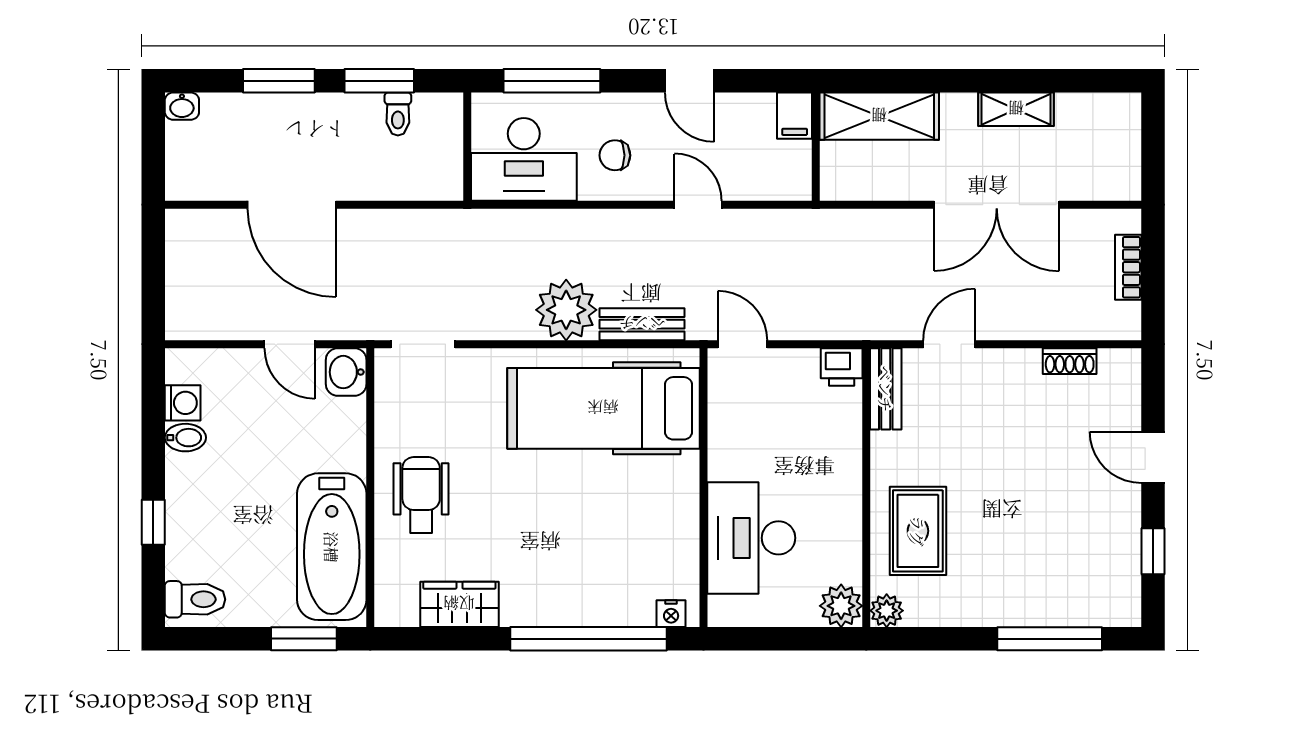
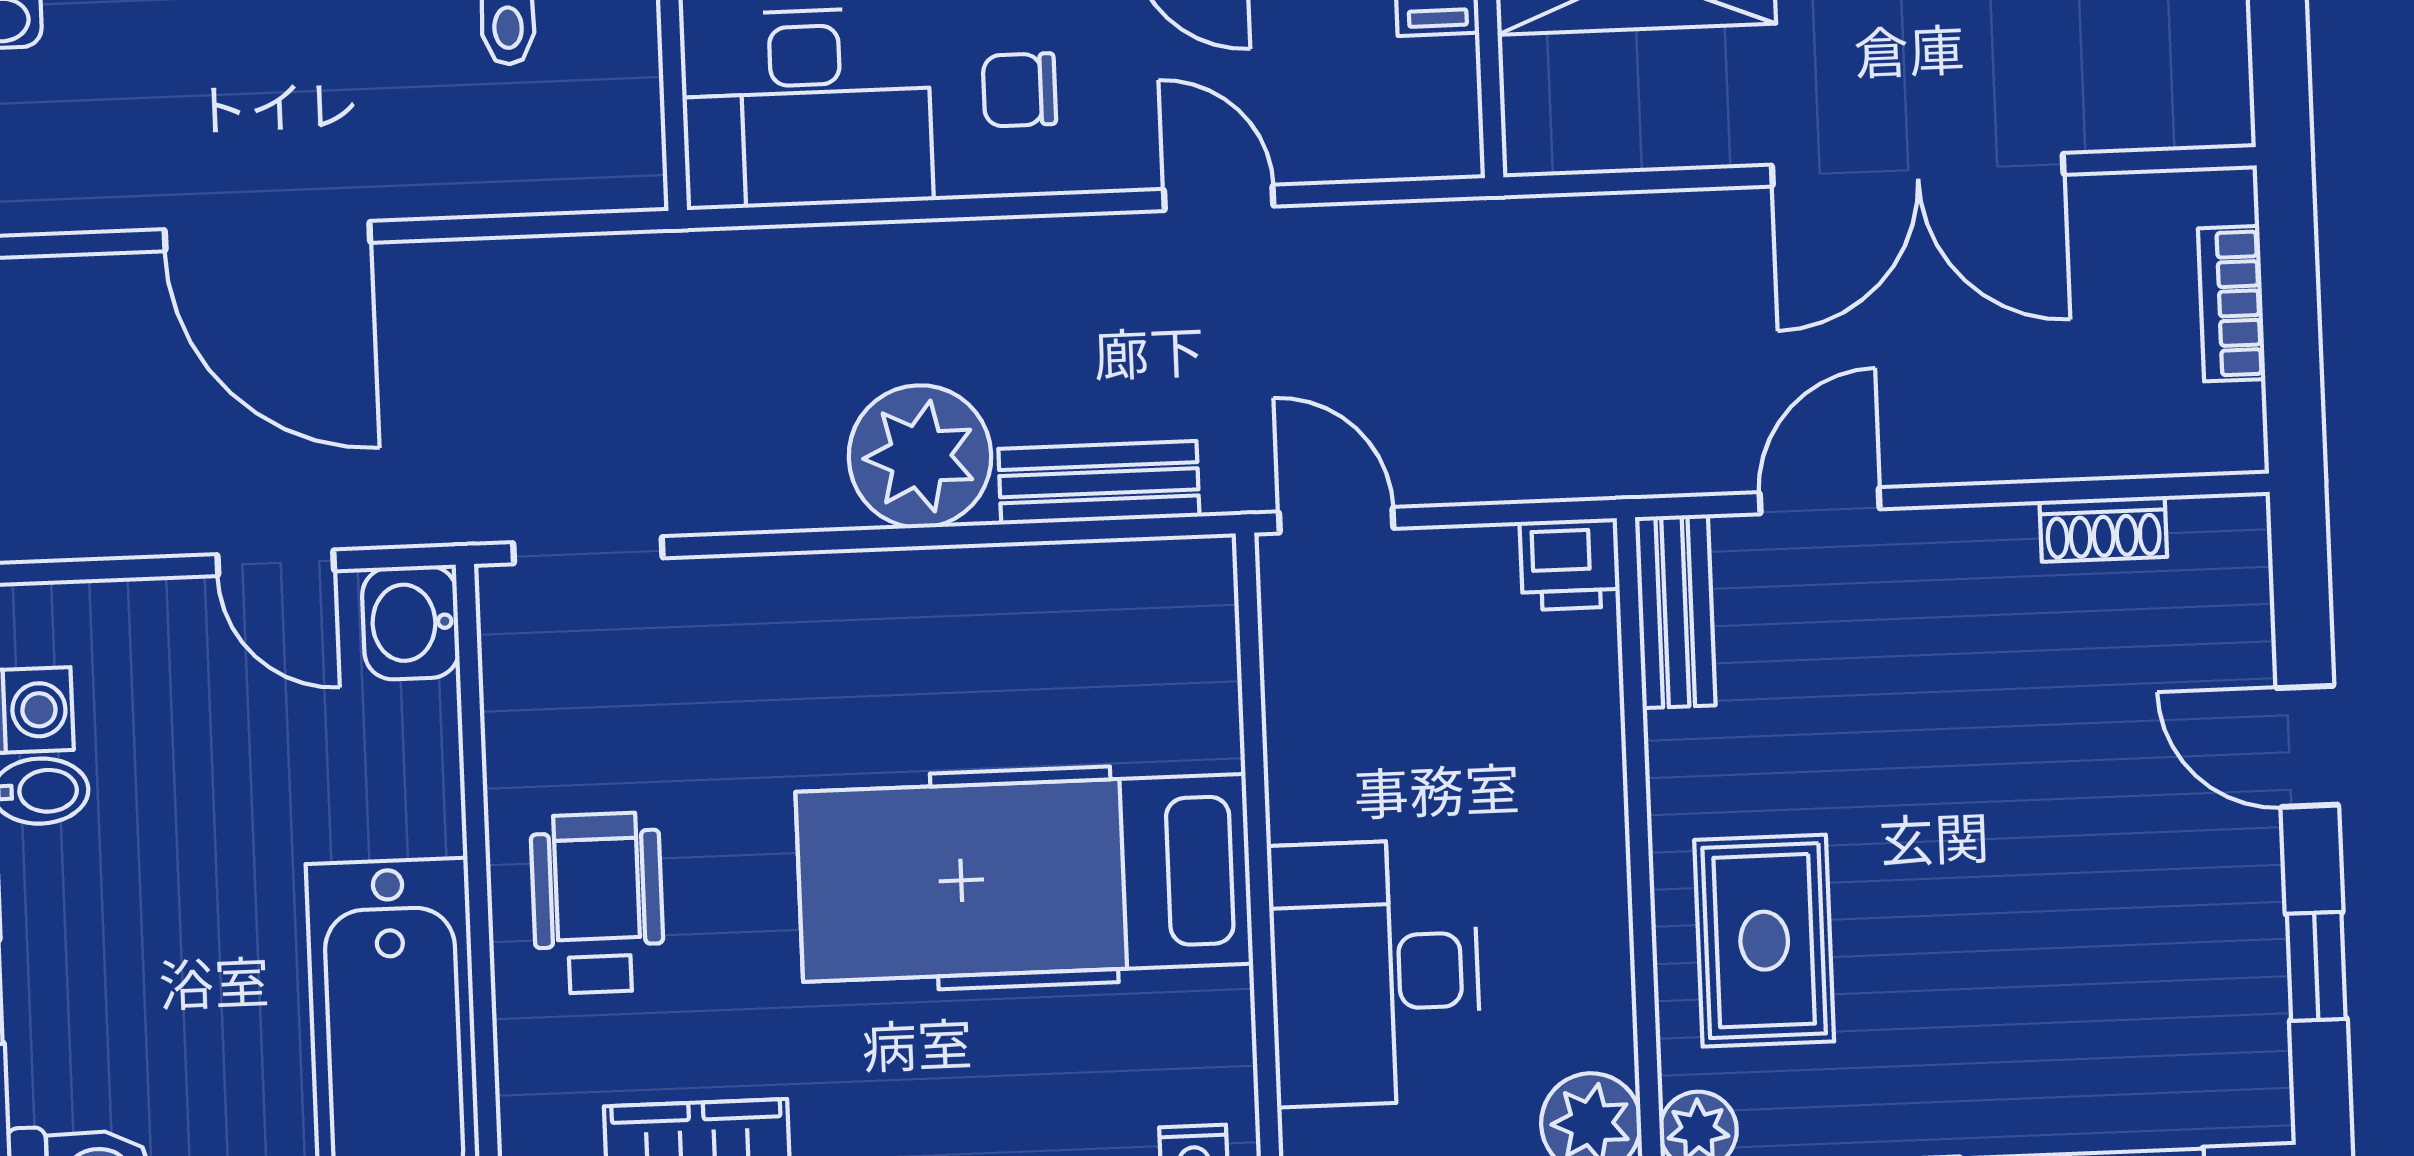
hospital bed: (603, 408) -> (1024, 878), moved

